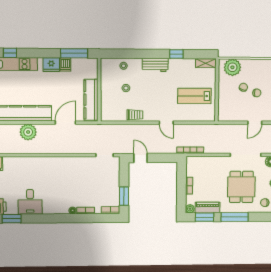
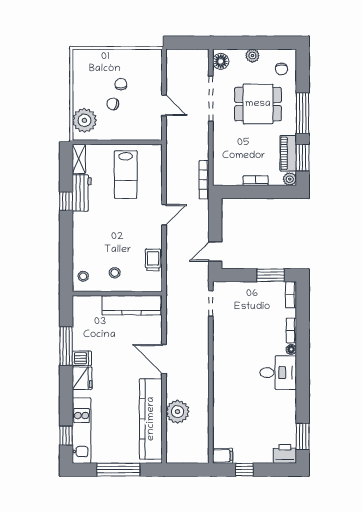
workbench: (155, 65) -> (82, 193), moved
wall: (99, 90) -> (117, 294), moved
kitchen counter: (91, 100) -> (131, 305), moved
door: (255, 123) -> (164, 105), moved
desk: (30, 202) -> (278, 373), moved

